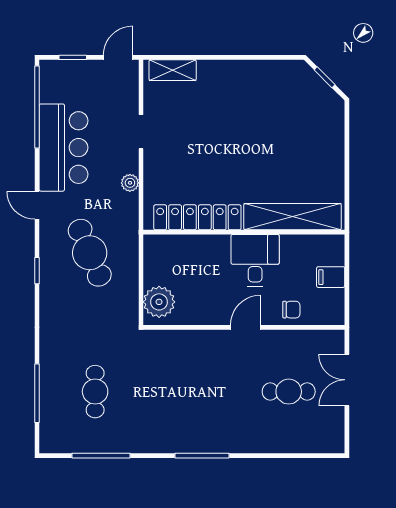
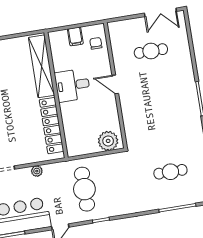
cafe table: (90, 253) -> (84, 189), turned -67
chair: (291, 310) -> (96, 43), moved
double door: (347, 380) -> (160, 12), moved
cafe table: (289, 392) -> (151, 51), turned 90

